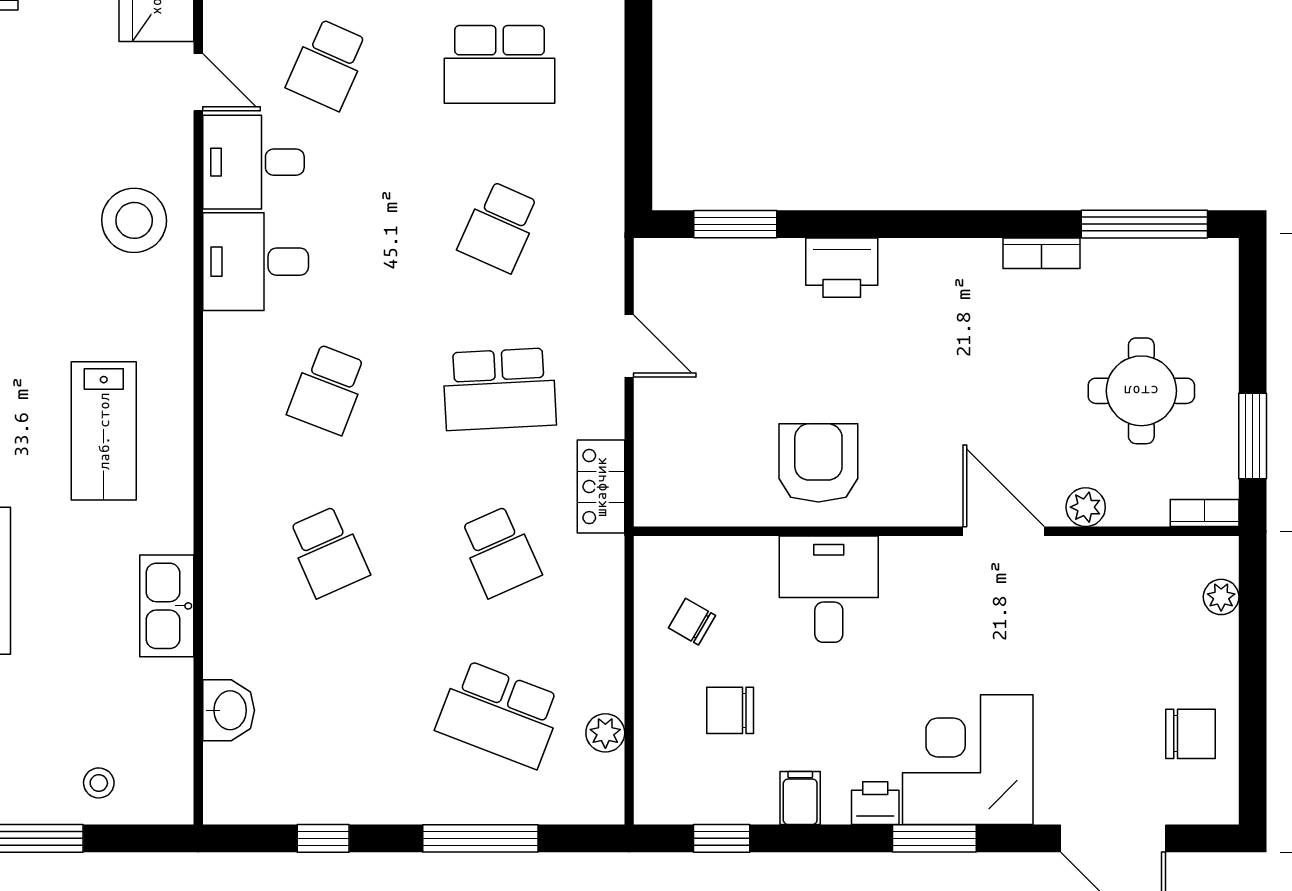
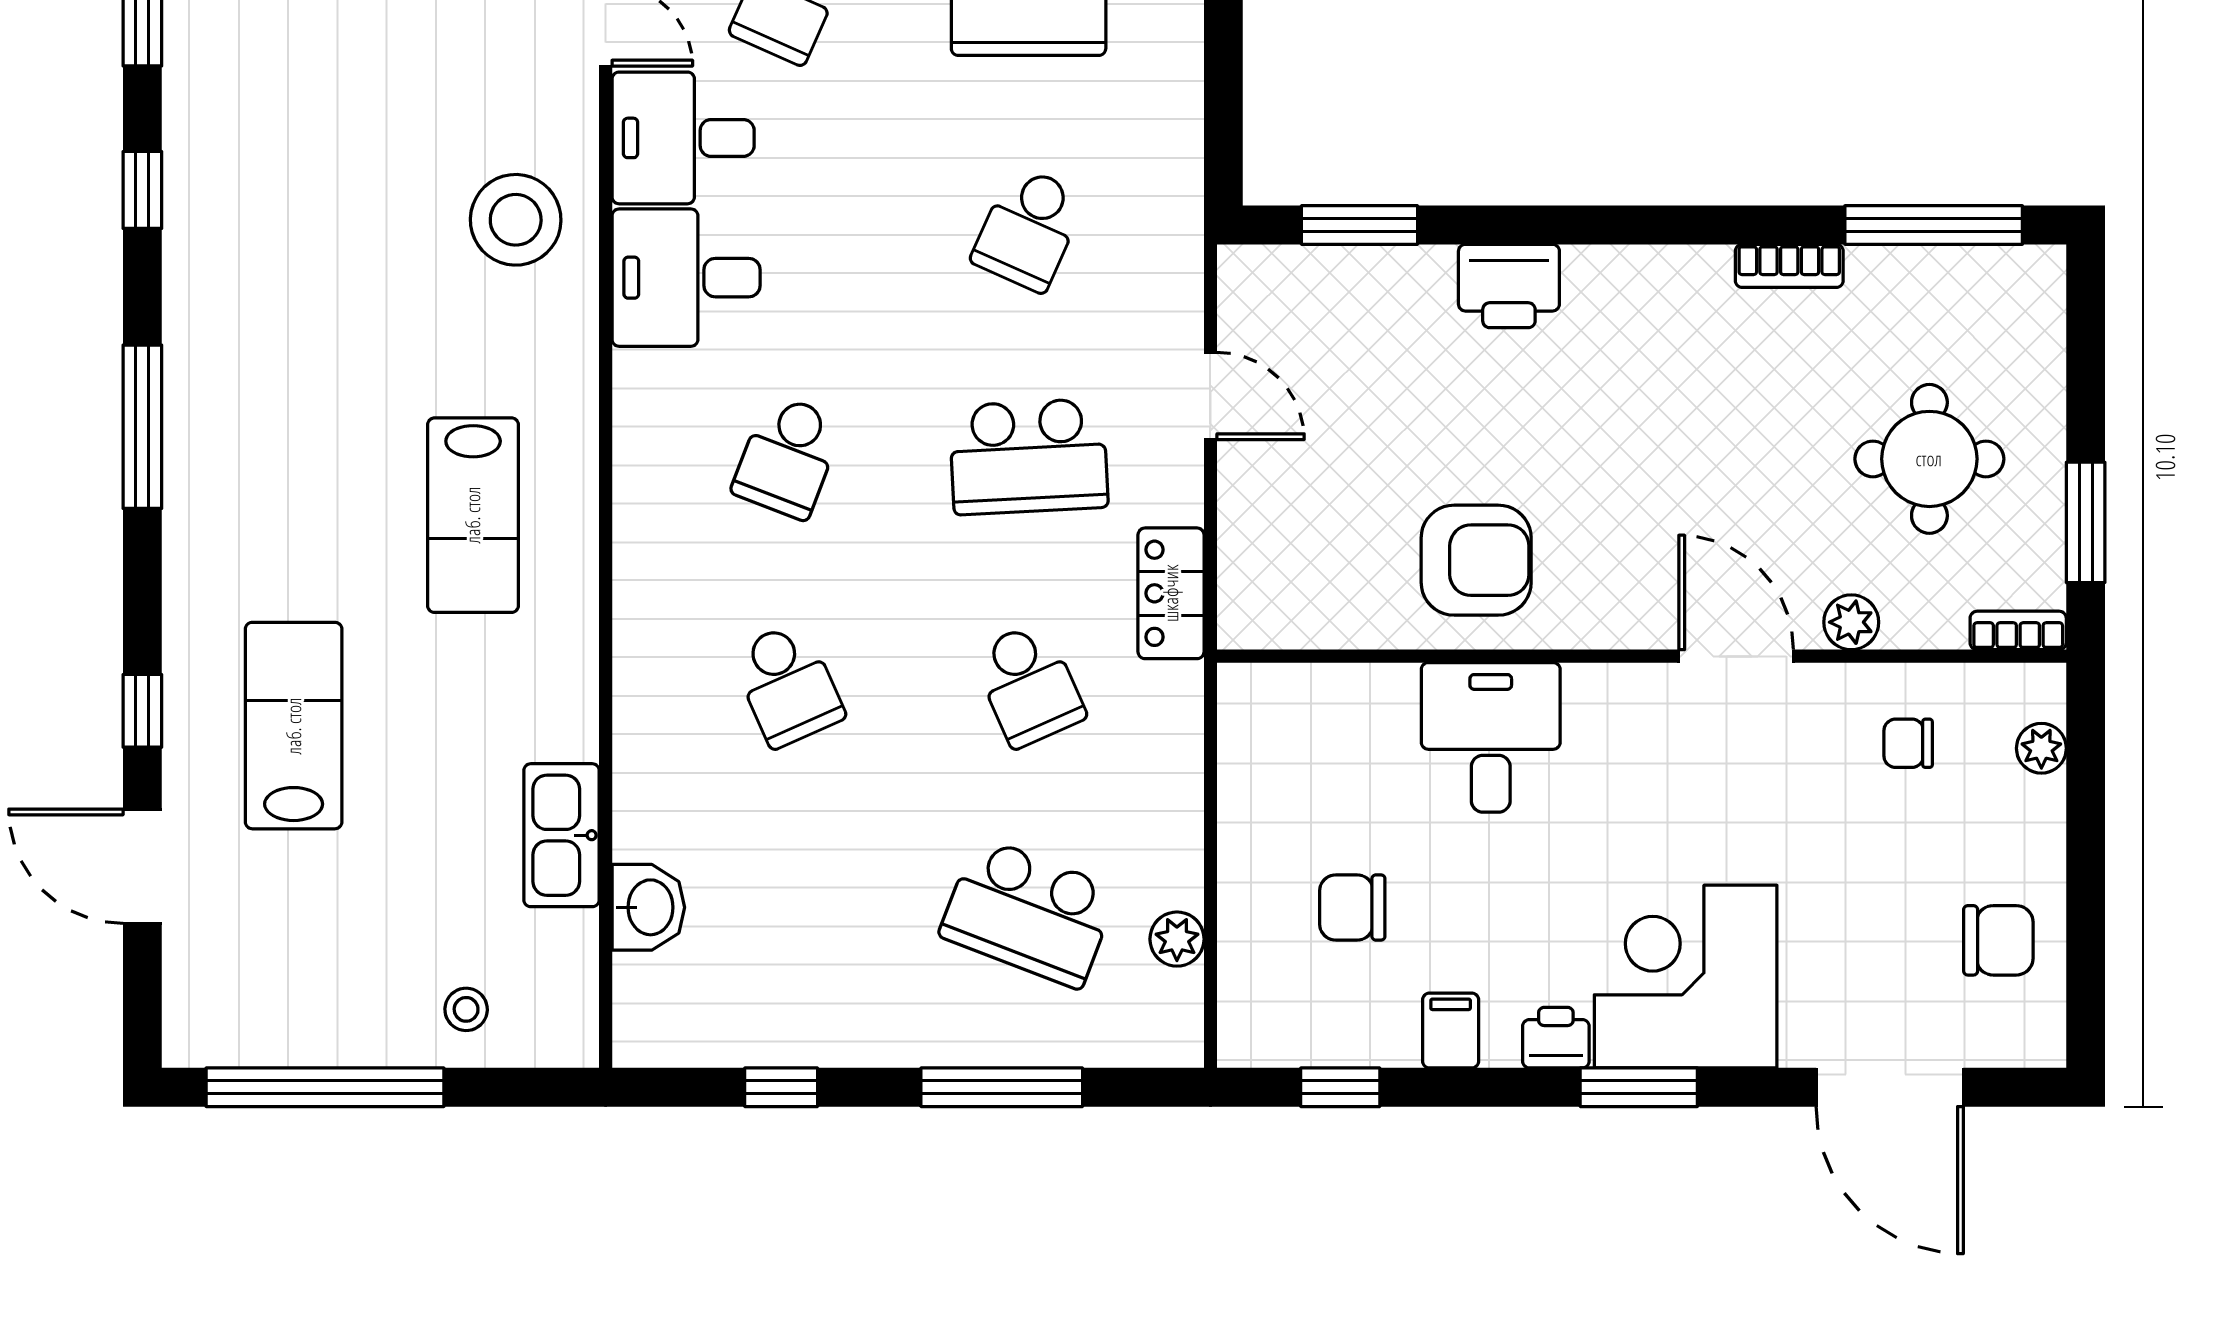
armchair: (818, 463) -> (1476, 560), turned 90
kitchen sink: (167, 606) -> (561, 835), moved
chair: (692, 622) -> (1908, 743), moved, turned -30

